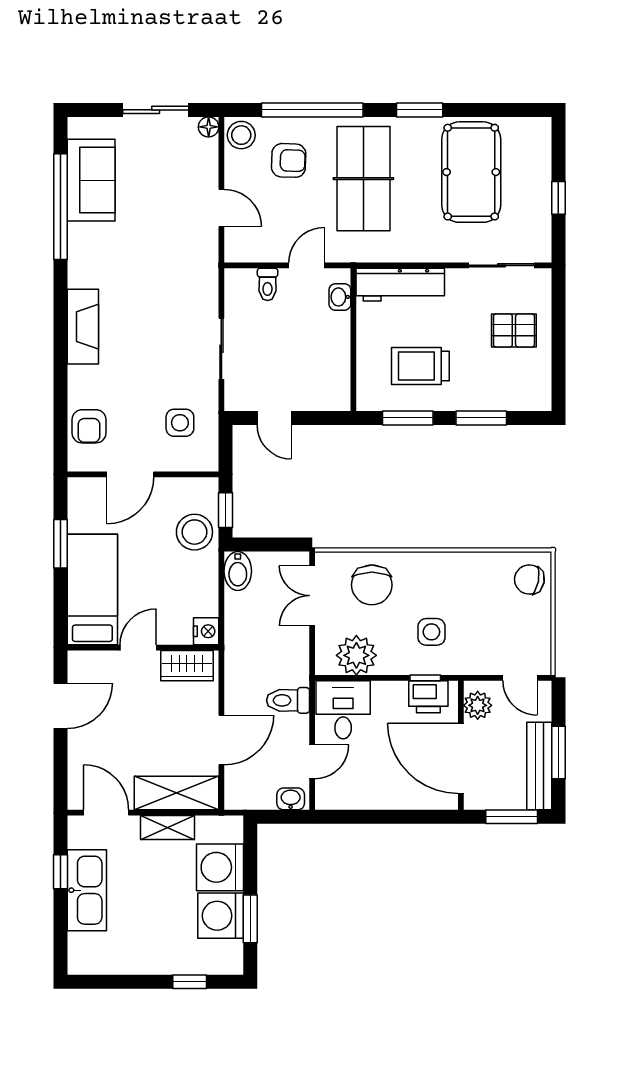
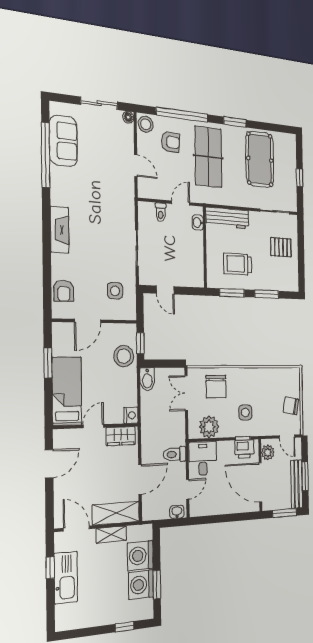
chair: (529, 579) -> (291, 406), moved

